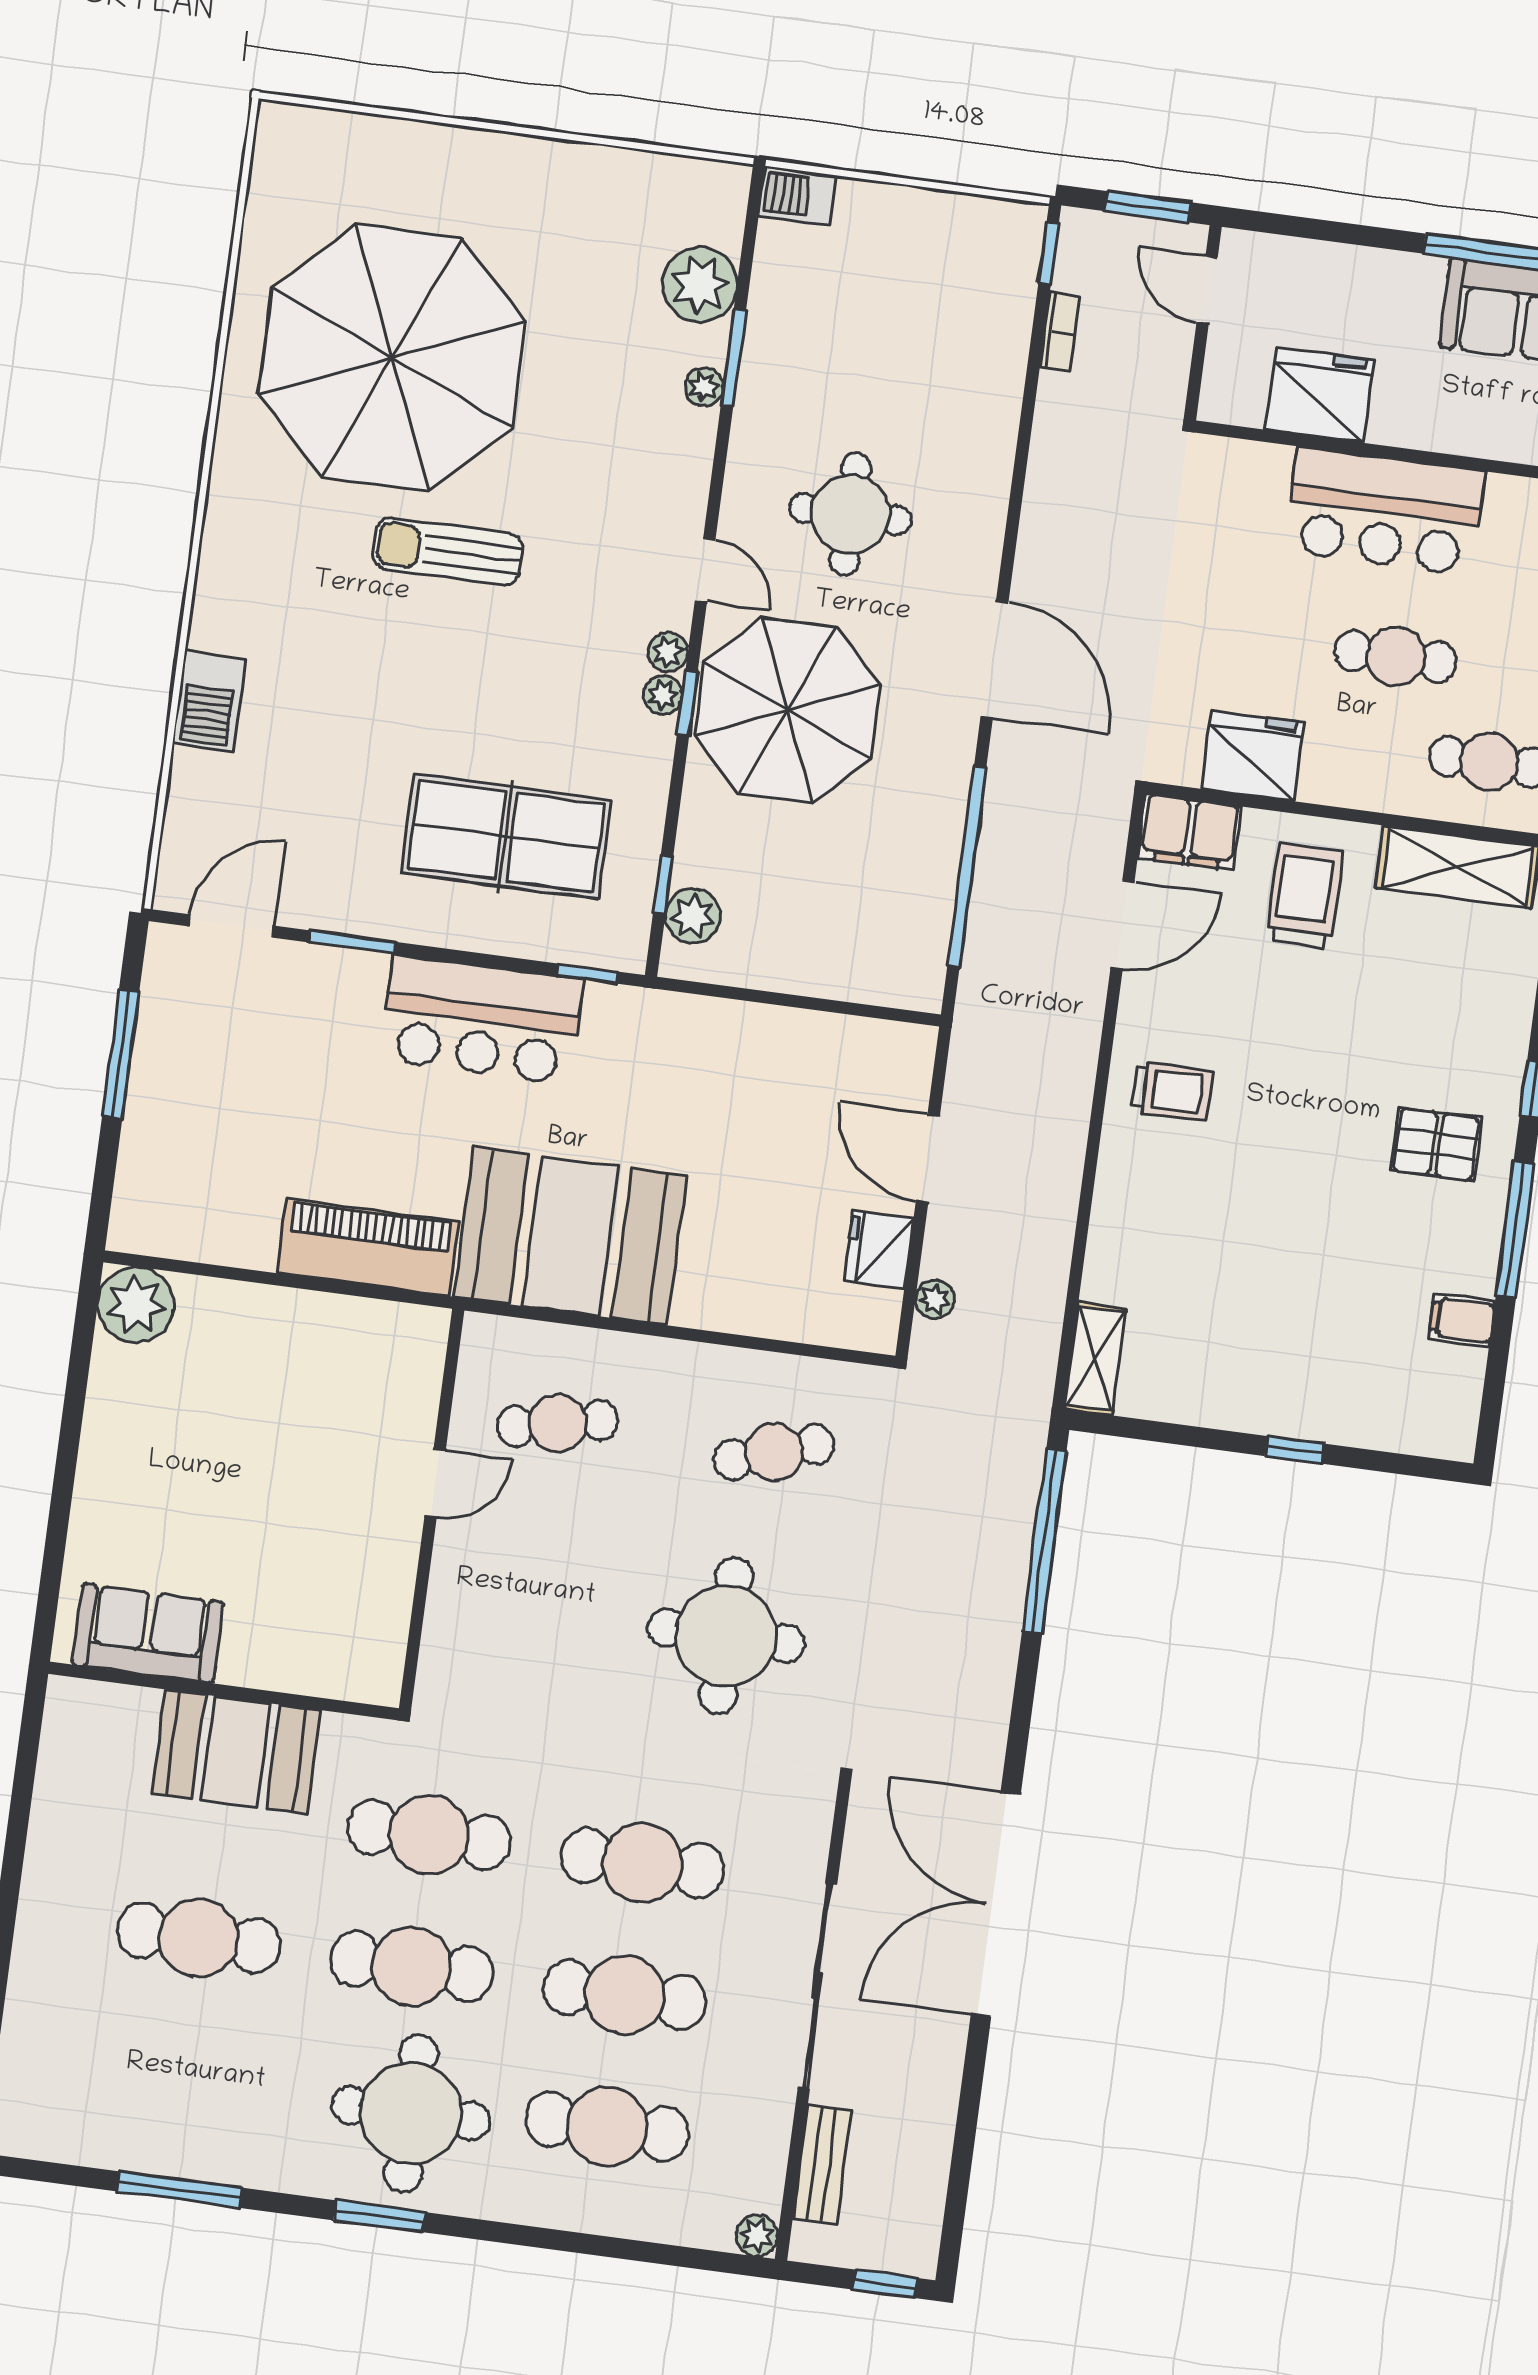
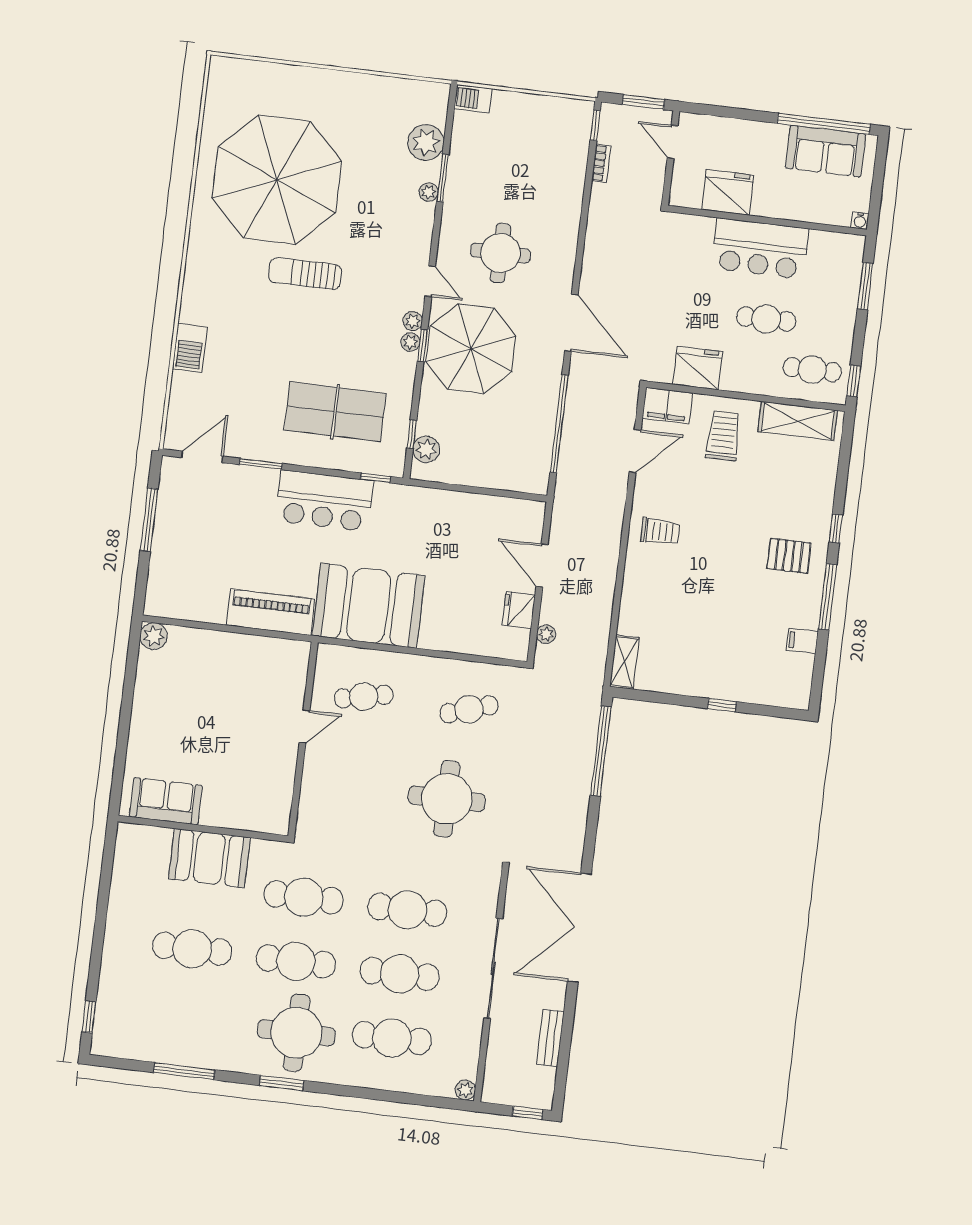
plant: (136, 1305) -> (154, 636), width x0.73, depth x0.73
bench: (822, 2164) -> (550, 1038), moved

